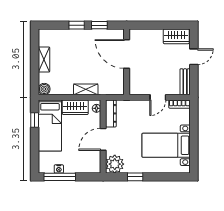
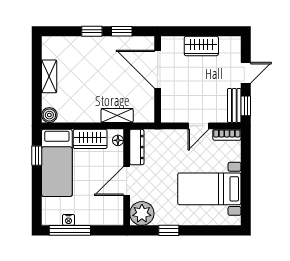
wardrobe: (176, 36) -> (201, 46), moved
window: (194, 82) -> (246, 106), added
shelving: (86, 89) -> (117, 116), moved

